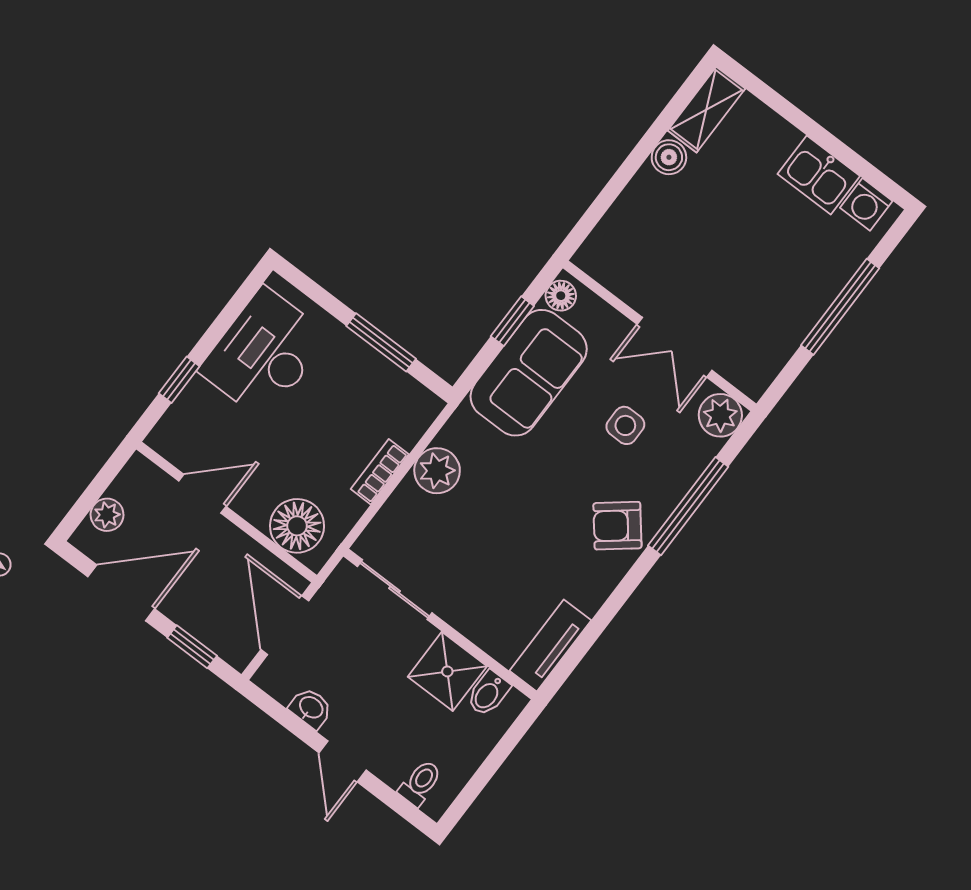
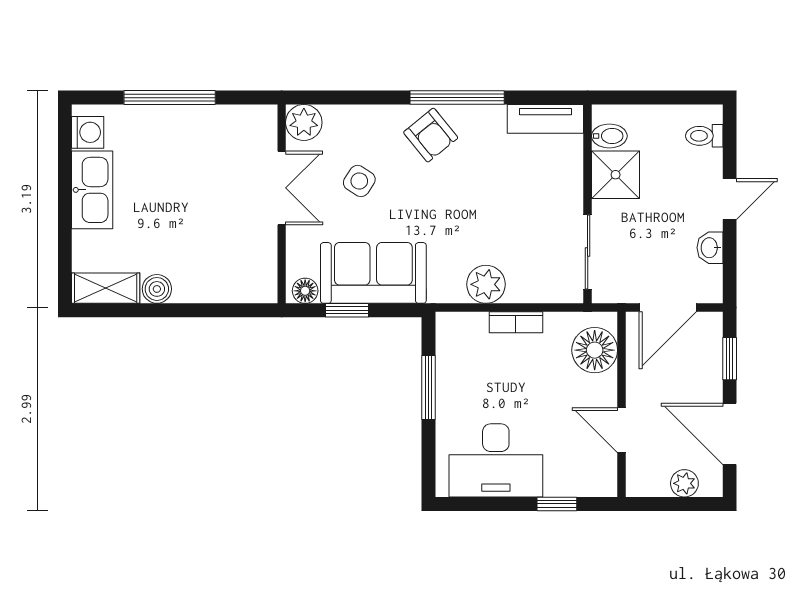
kitchen sink: (819, 175) -> (92, 190), width x1.38
side table: (625, 425) -> (359, 181), turned 33
window: (688, 506) -> (457, 98), moved

